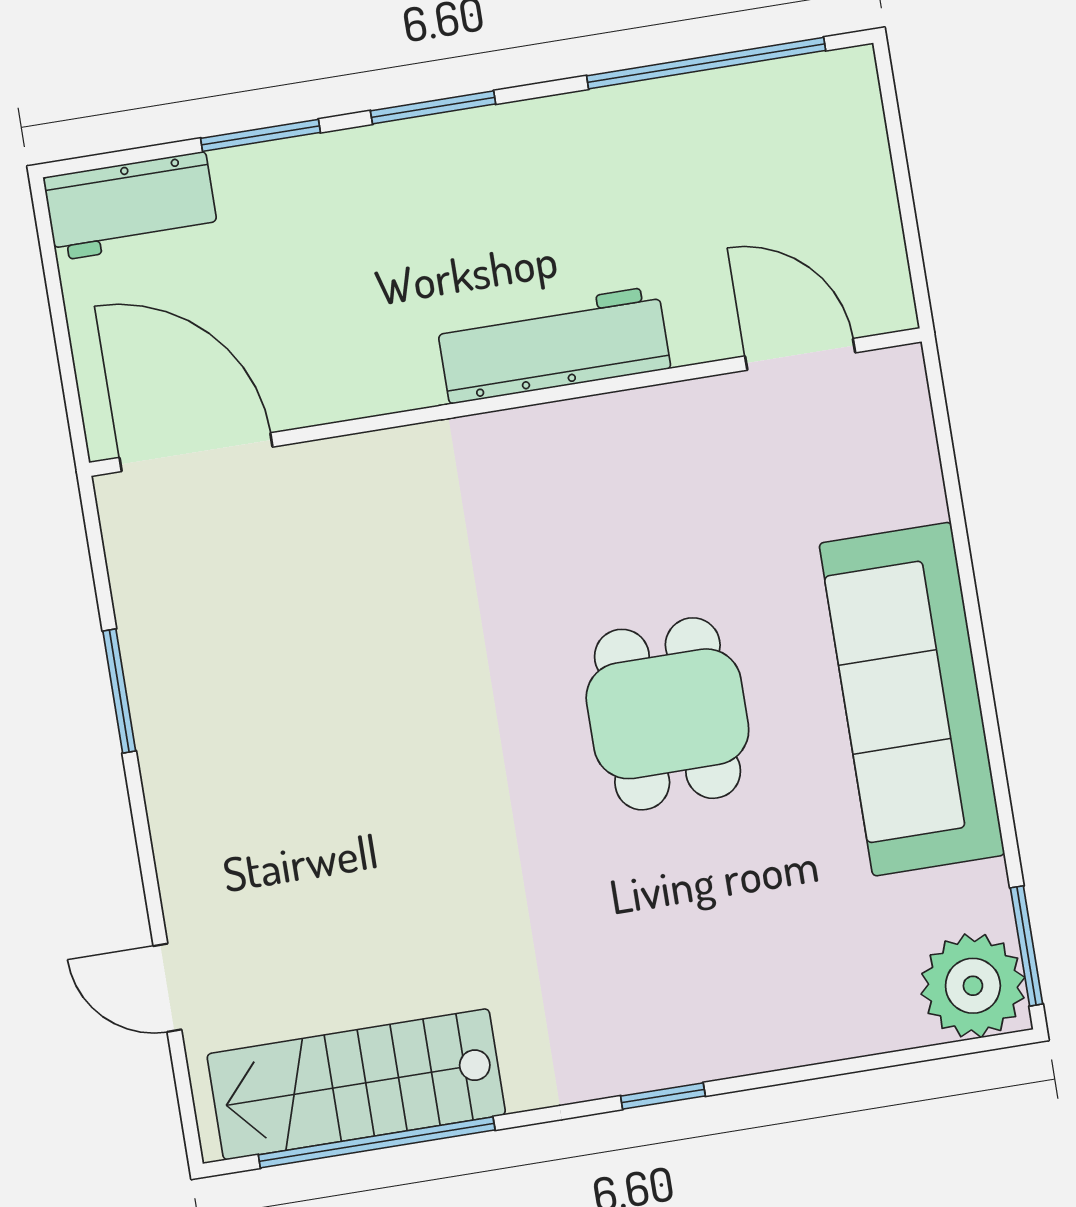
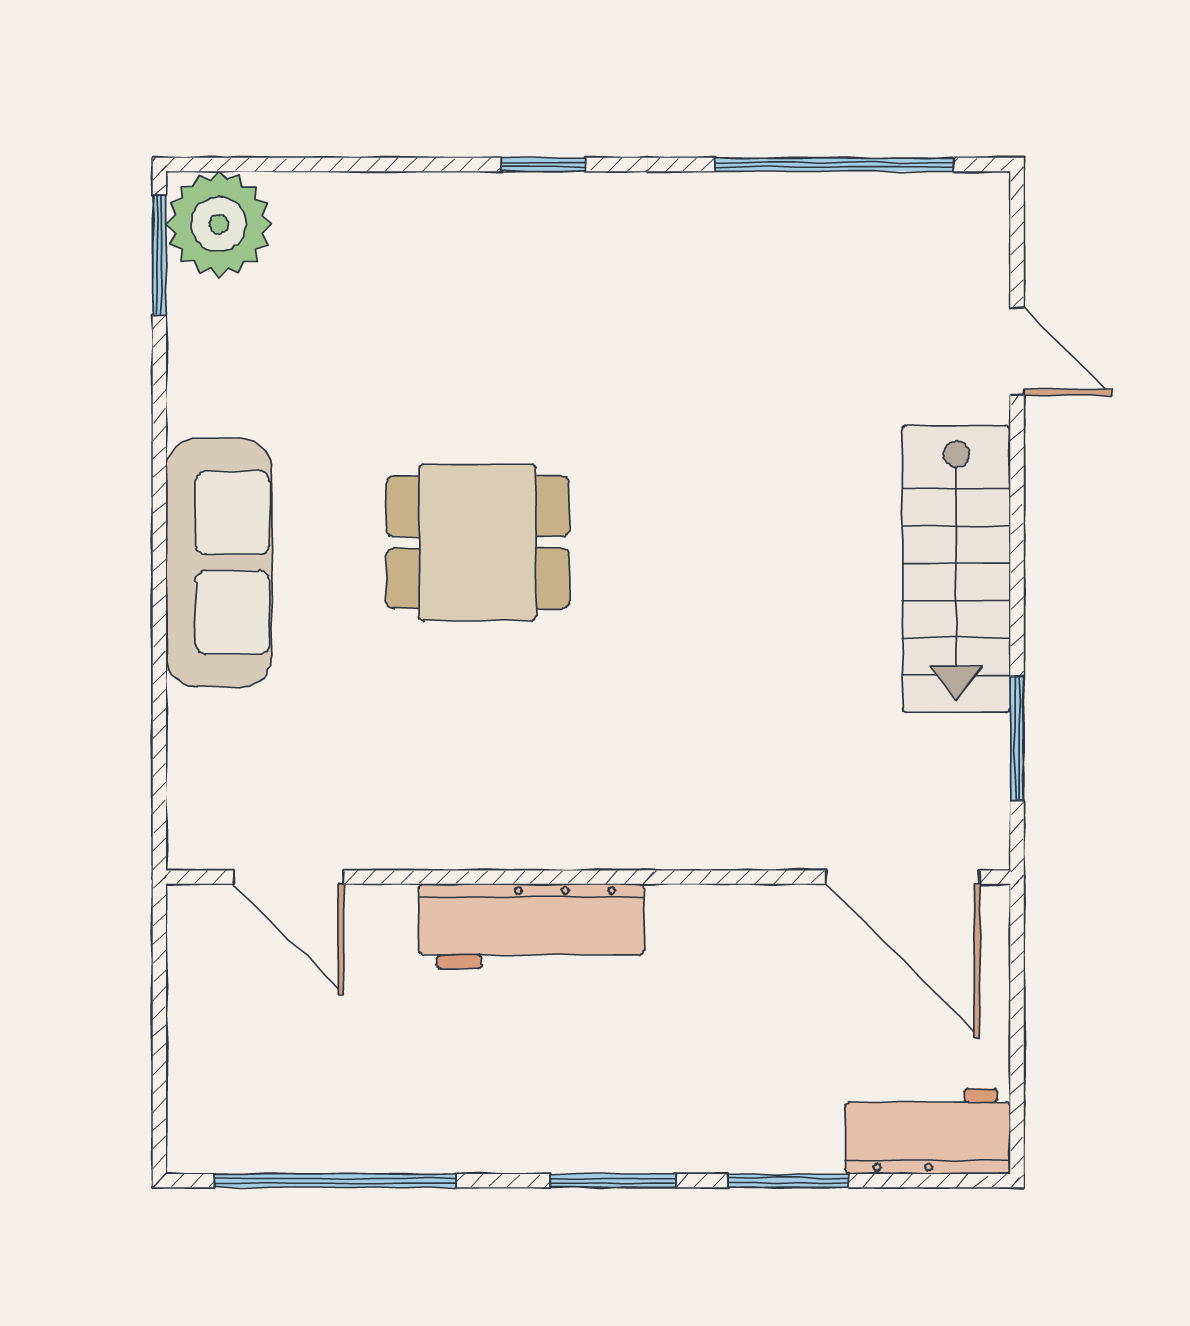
window: (119, 691) -> (1017, 738), moved
sofa: (912, 699) -> (219, 563), width x0.74, depth x0.79
dining table: (667, 714) -> (478, 542), turned 90
stairs: (356, 1084) -> (956, 569), moved, turned 90

